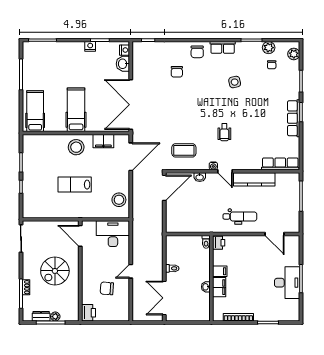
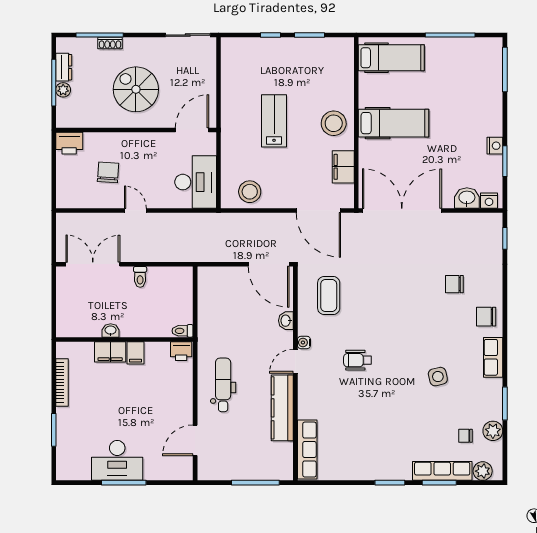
row of seats: (294, 118) -> (442, 471), moved
dental chair: (240, 216) -> (223, 385), turned 180

